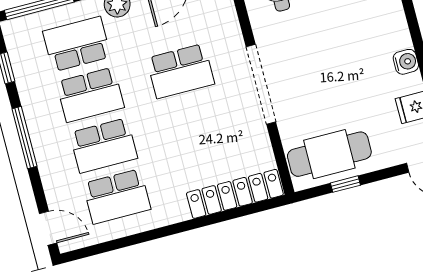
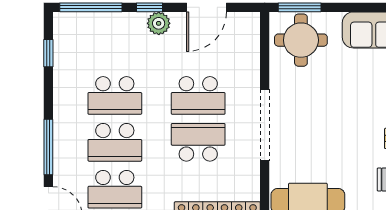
school desk: (77, 44) -> (198, 142), moved
window: (24, 138) -> (48, 147), moved

